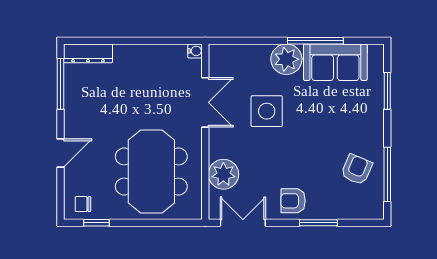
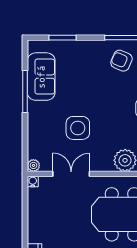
plant: (286, 59) -> (33, 165), moved, width x0.53, depth x0.53

